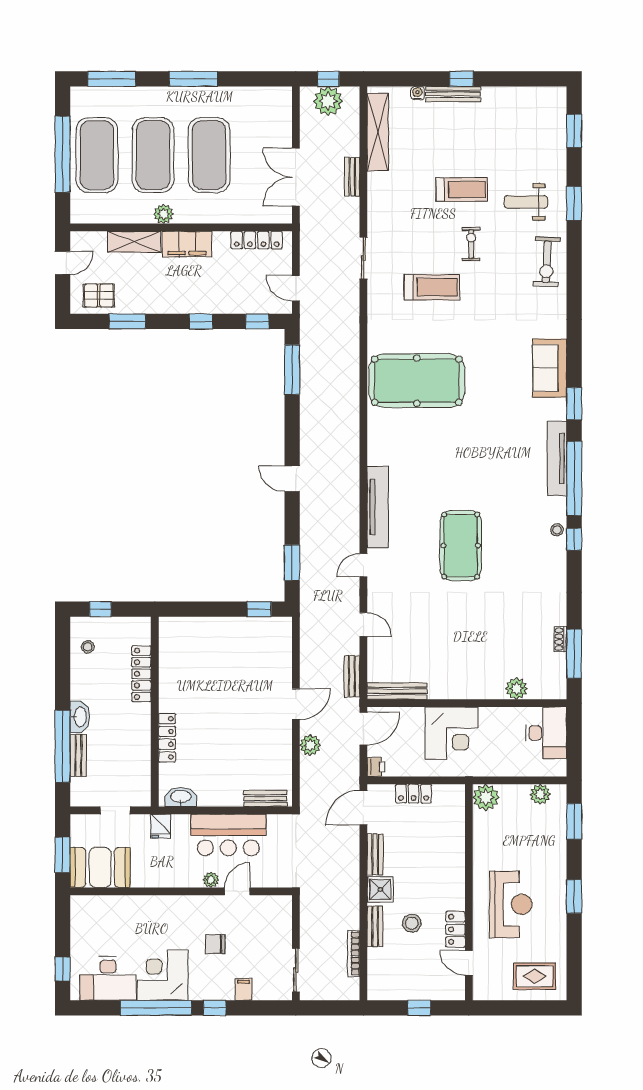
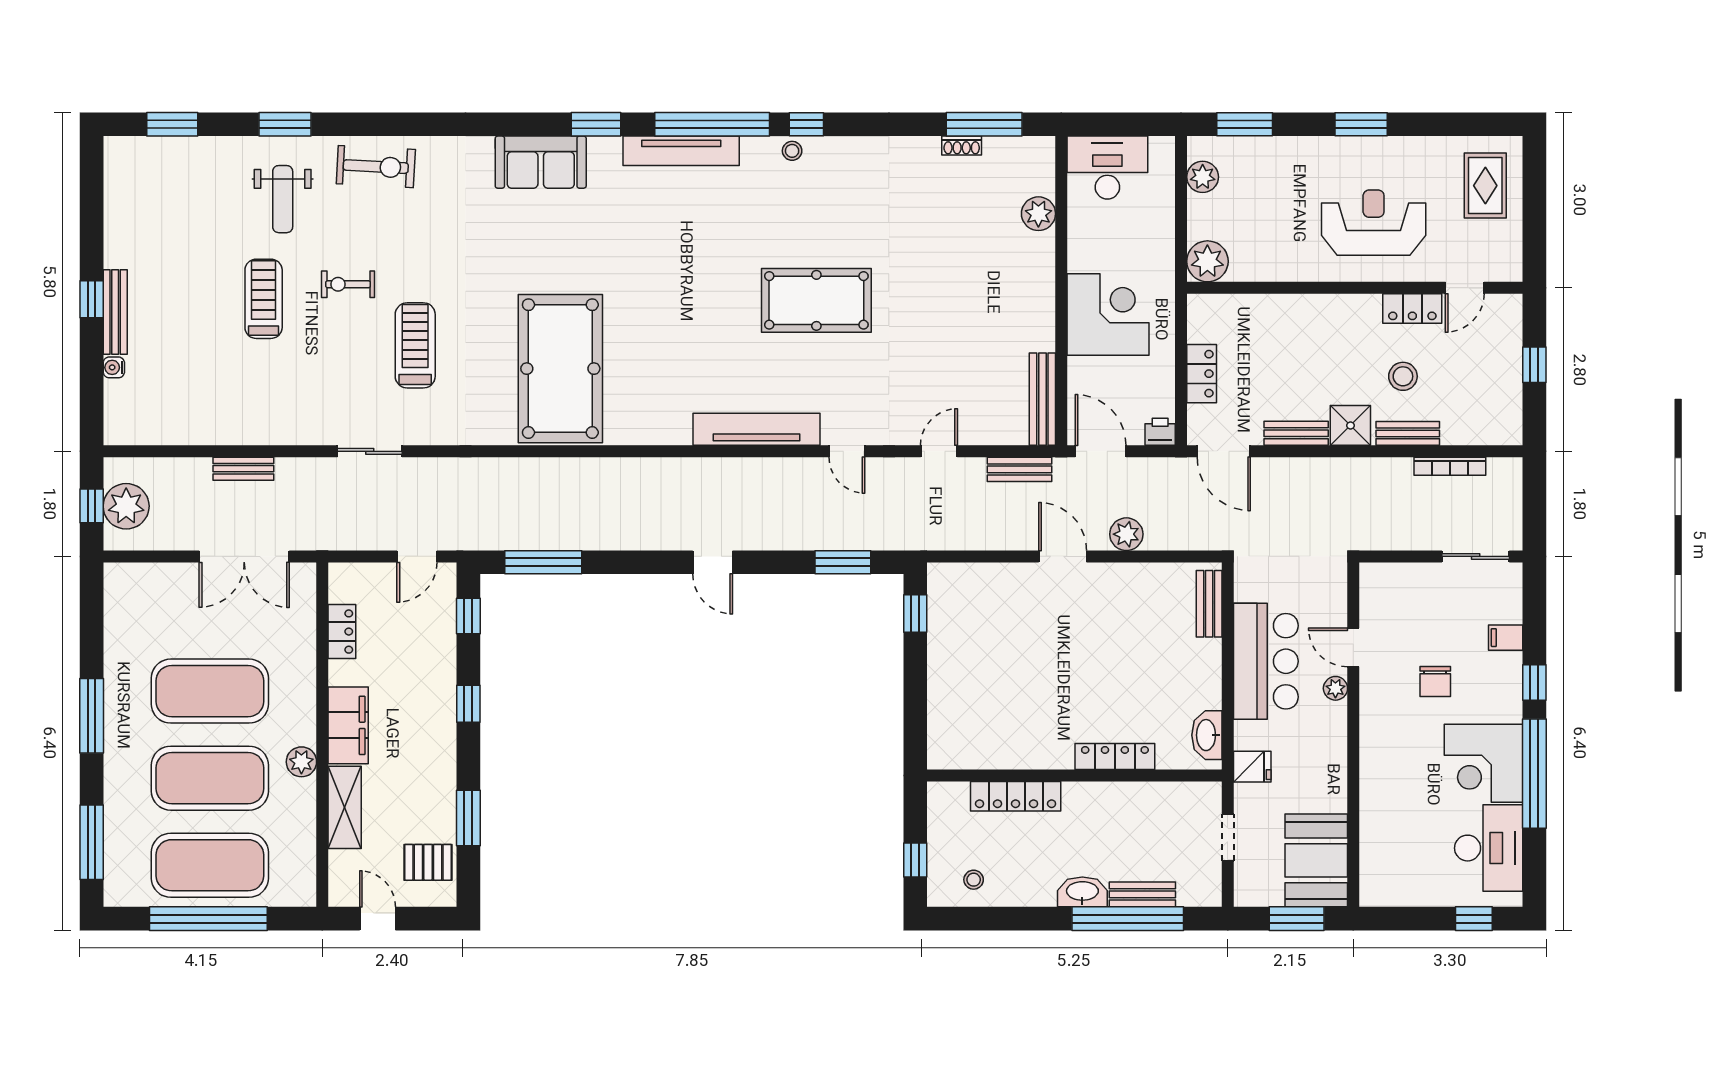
shelving: (378, 132) -> (174, 429), removed
locker: (257, 240) -> (342, 632), width x0.66
pallet: (99, 295) -> (428, 862), turned 90
door: (292, 479) -> (713, 562), hinge flipped

